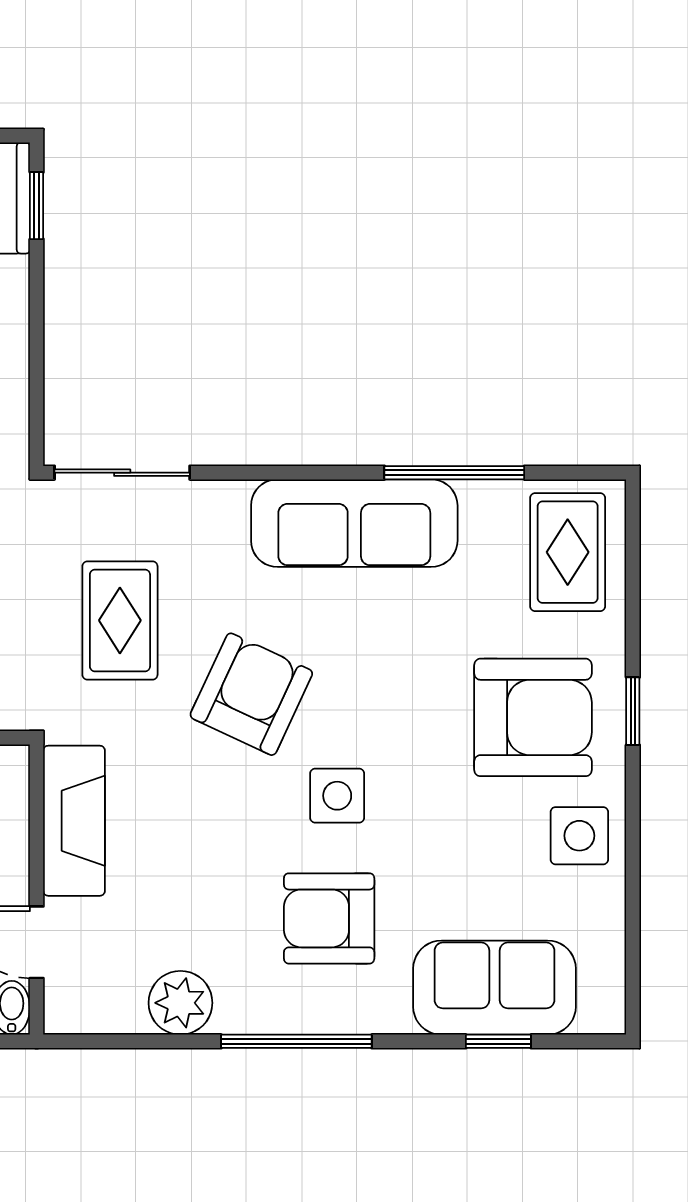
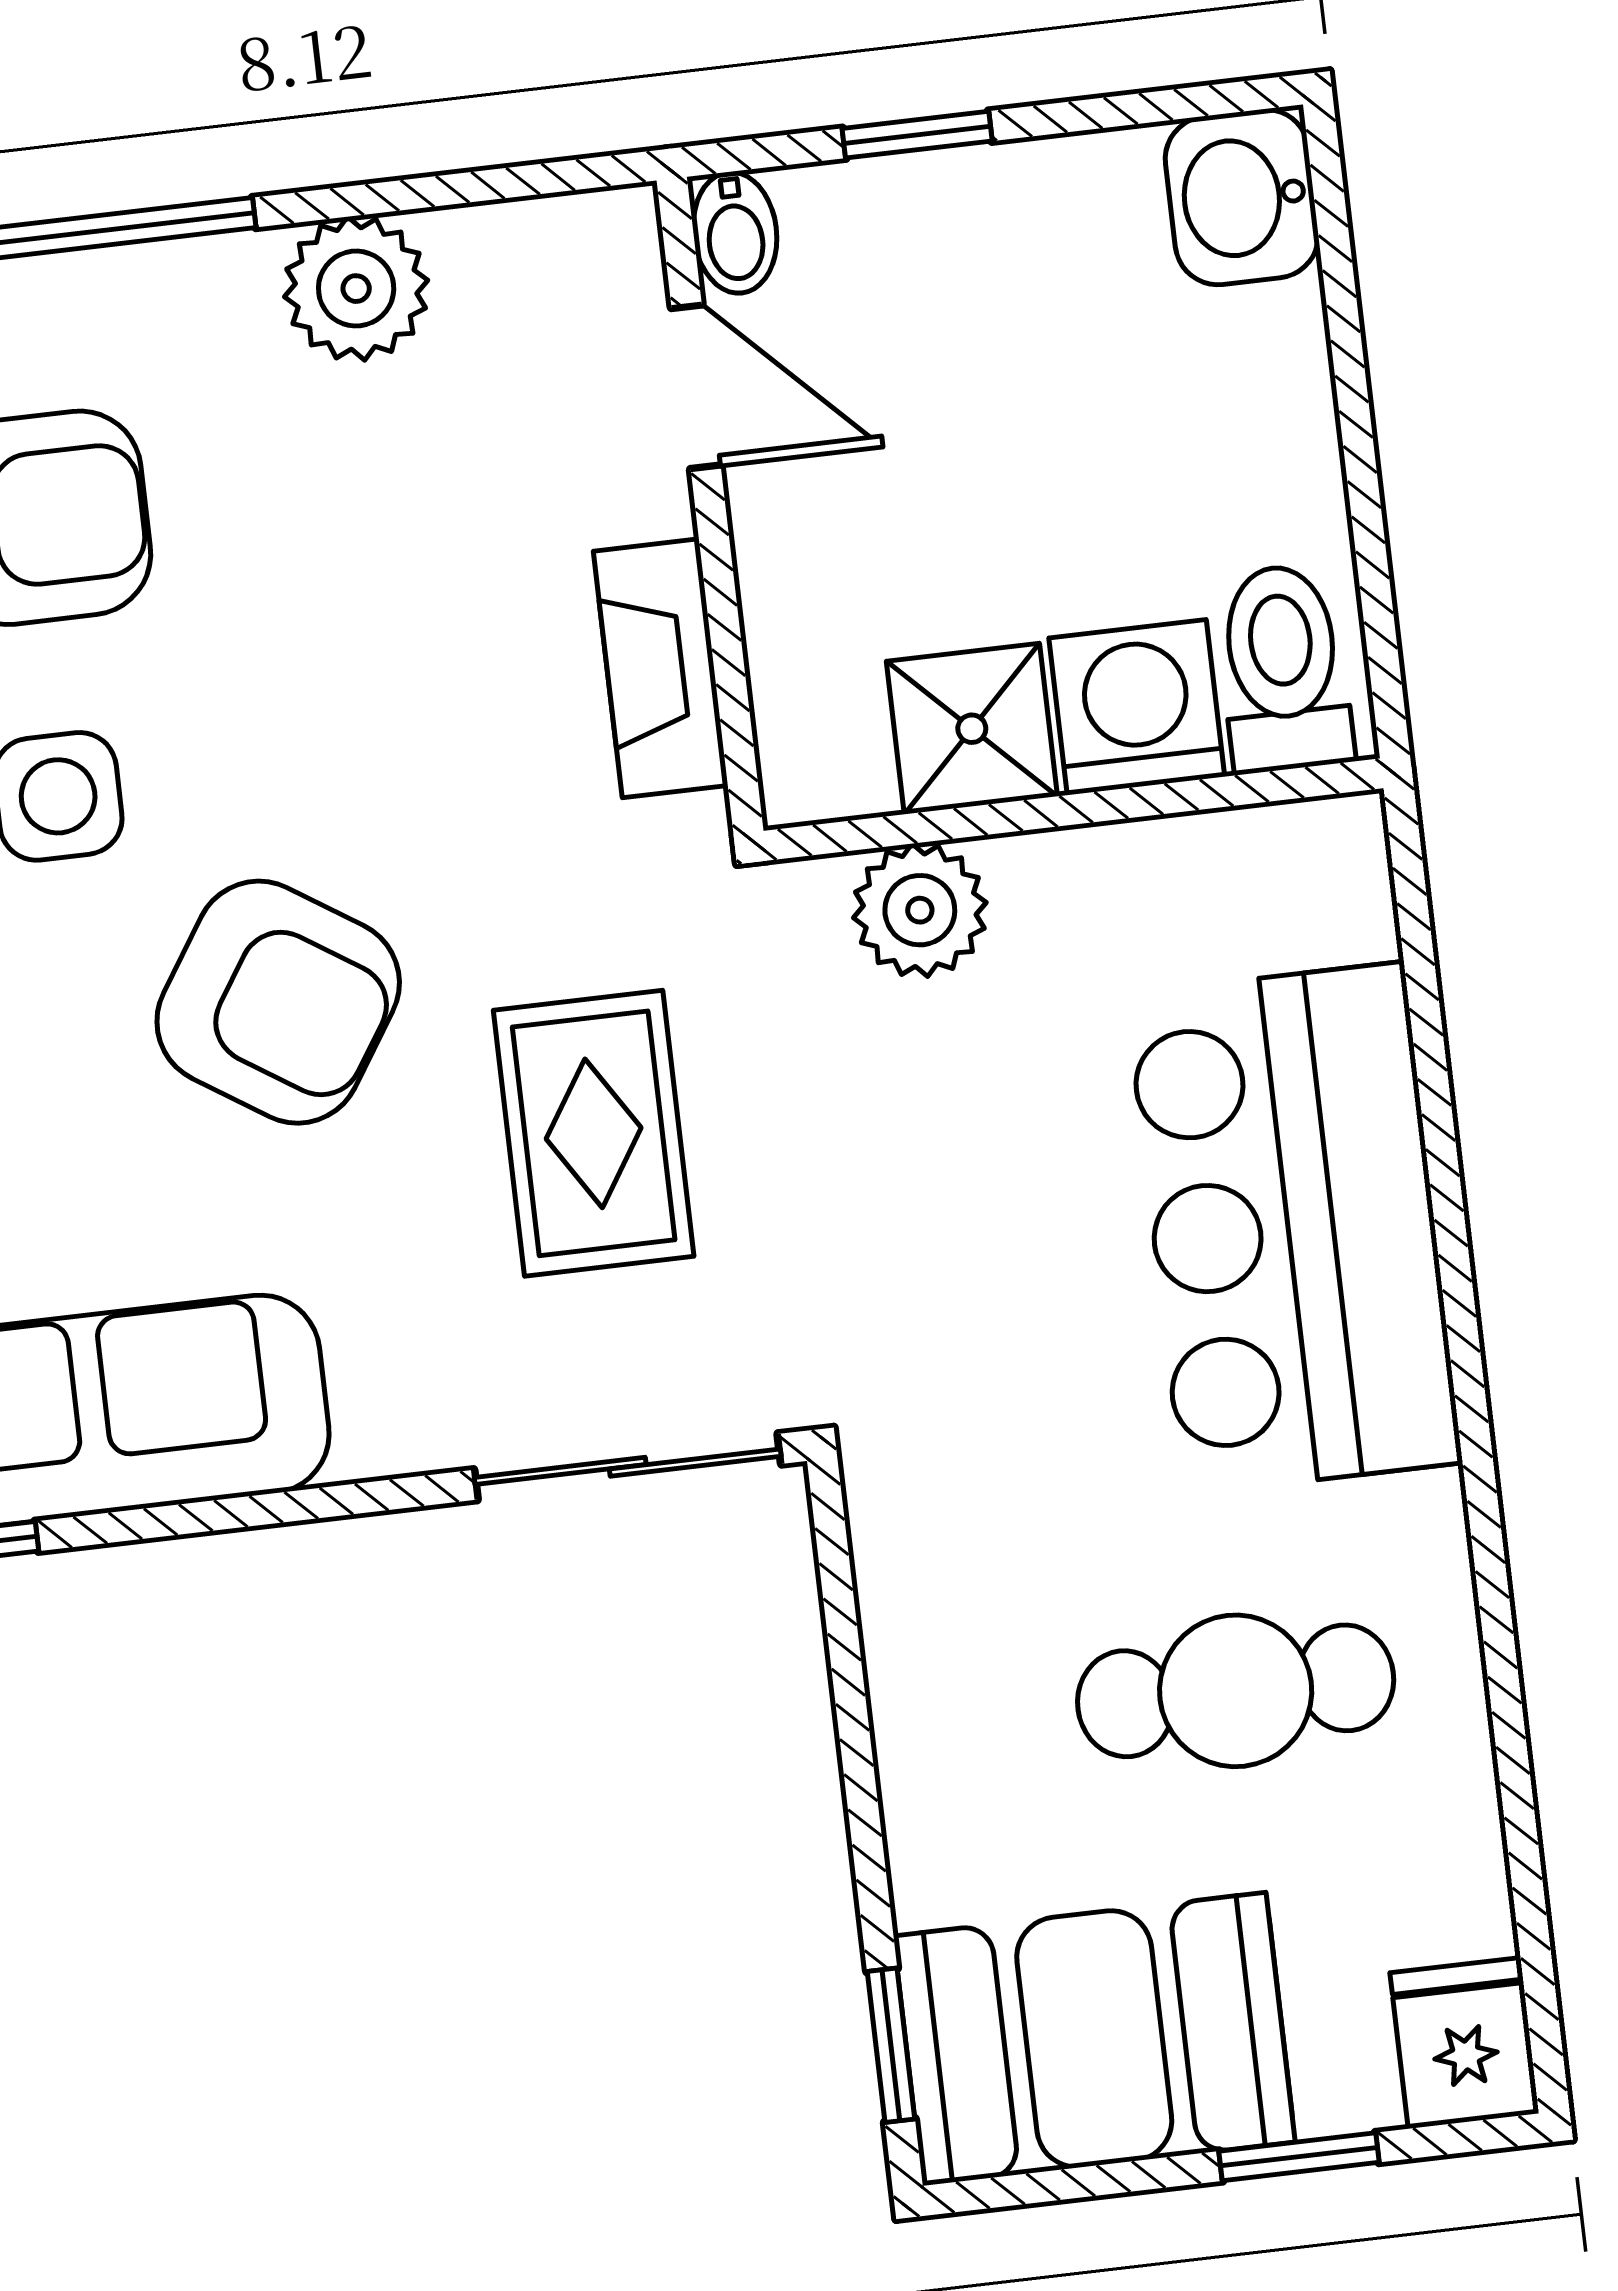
armchair: (251, 694) -> (278, 1002), turned -82
fireplace: (74, 821) -> (661, 668), width x0.73, depth x0.76

